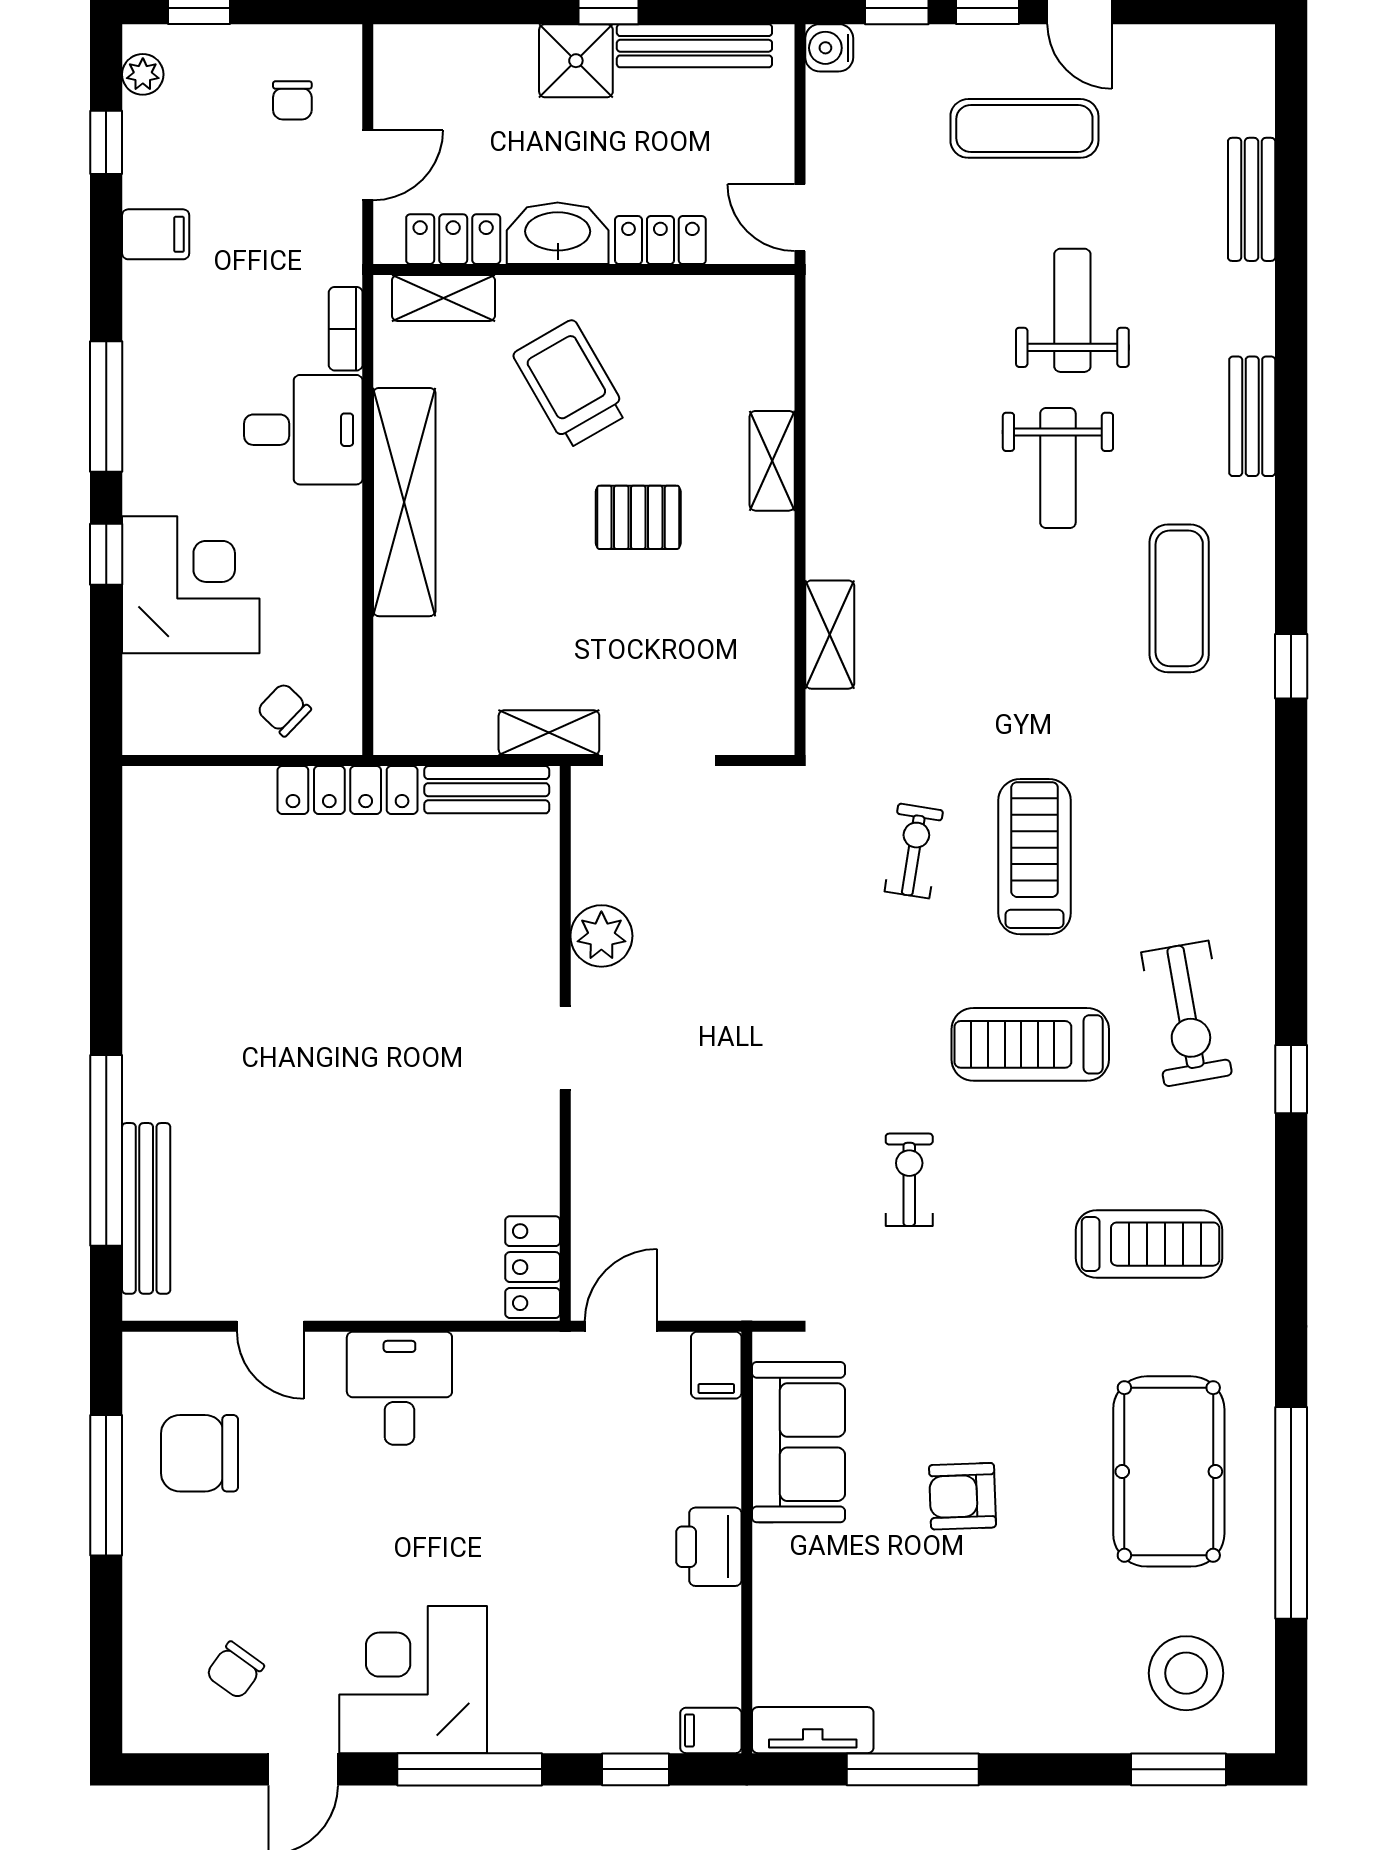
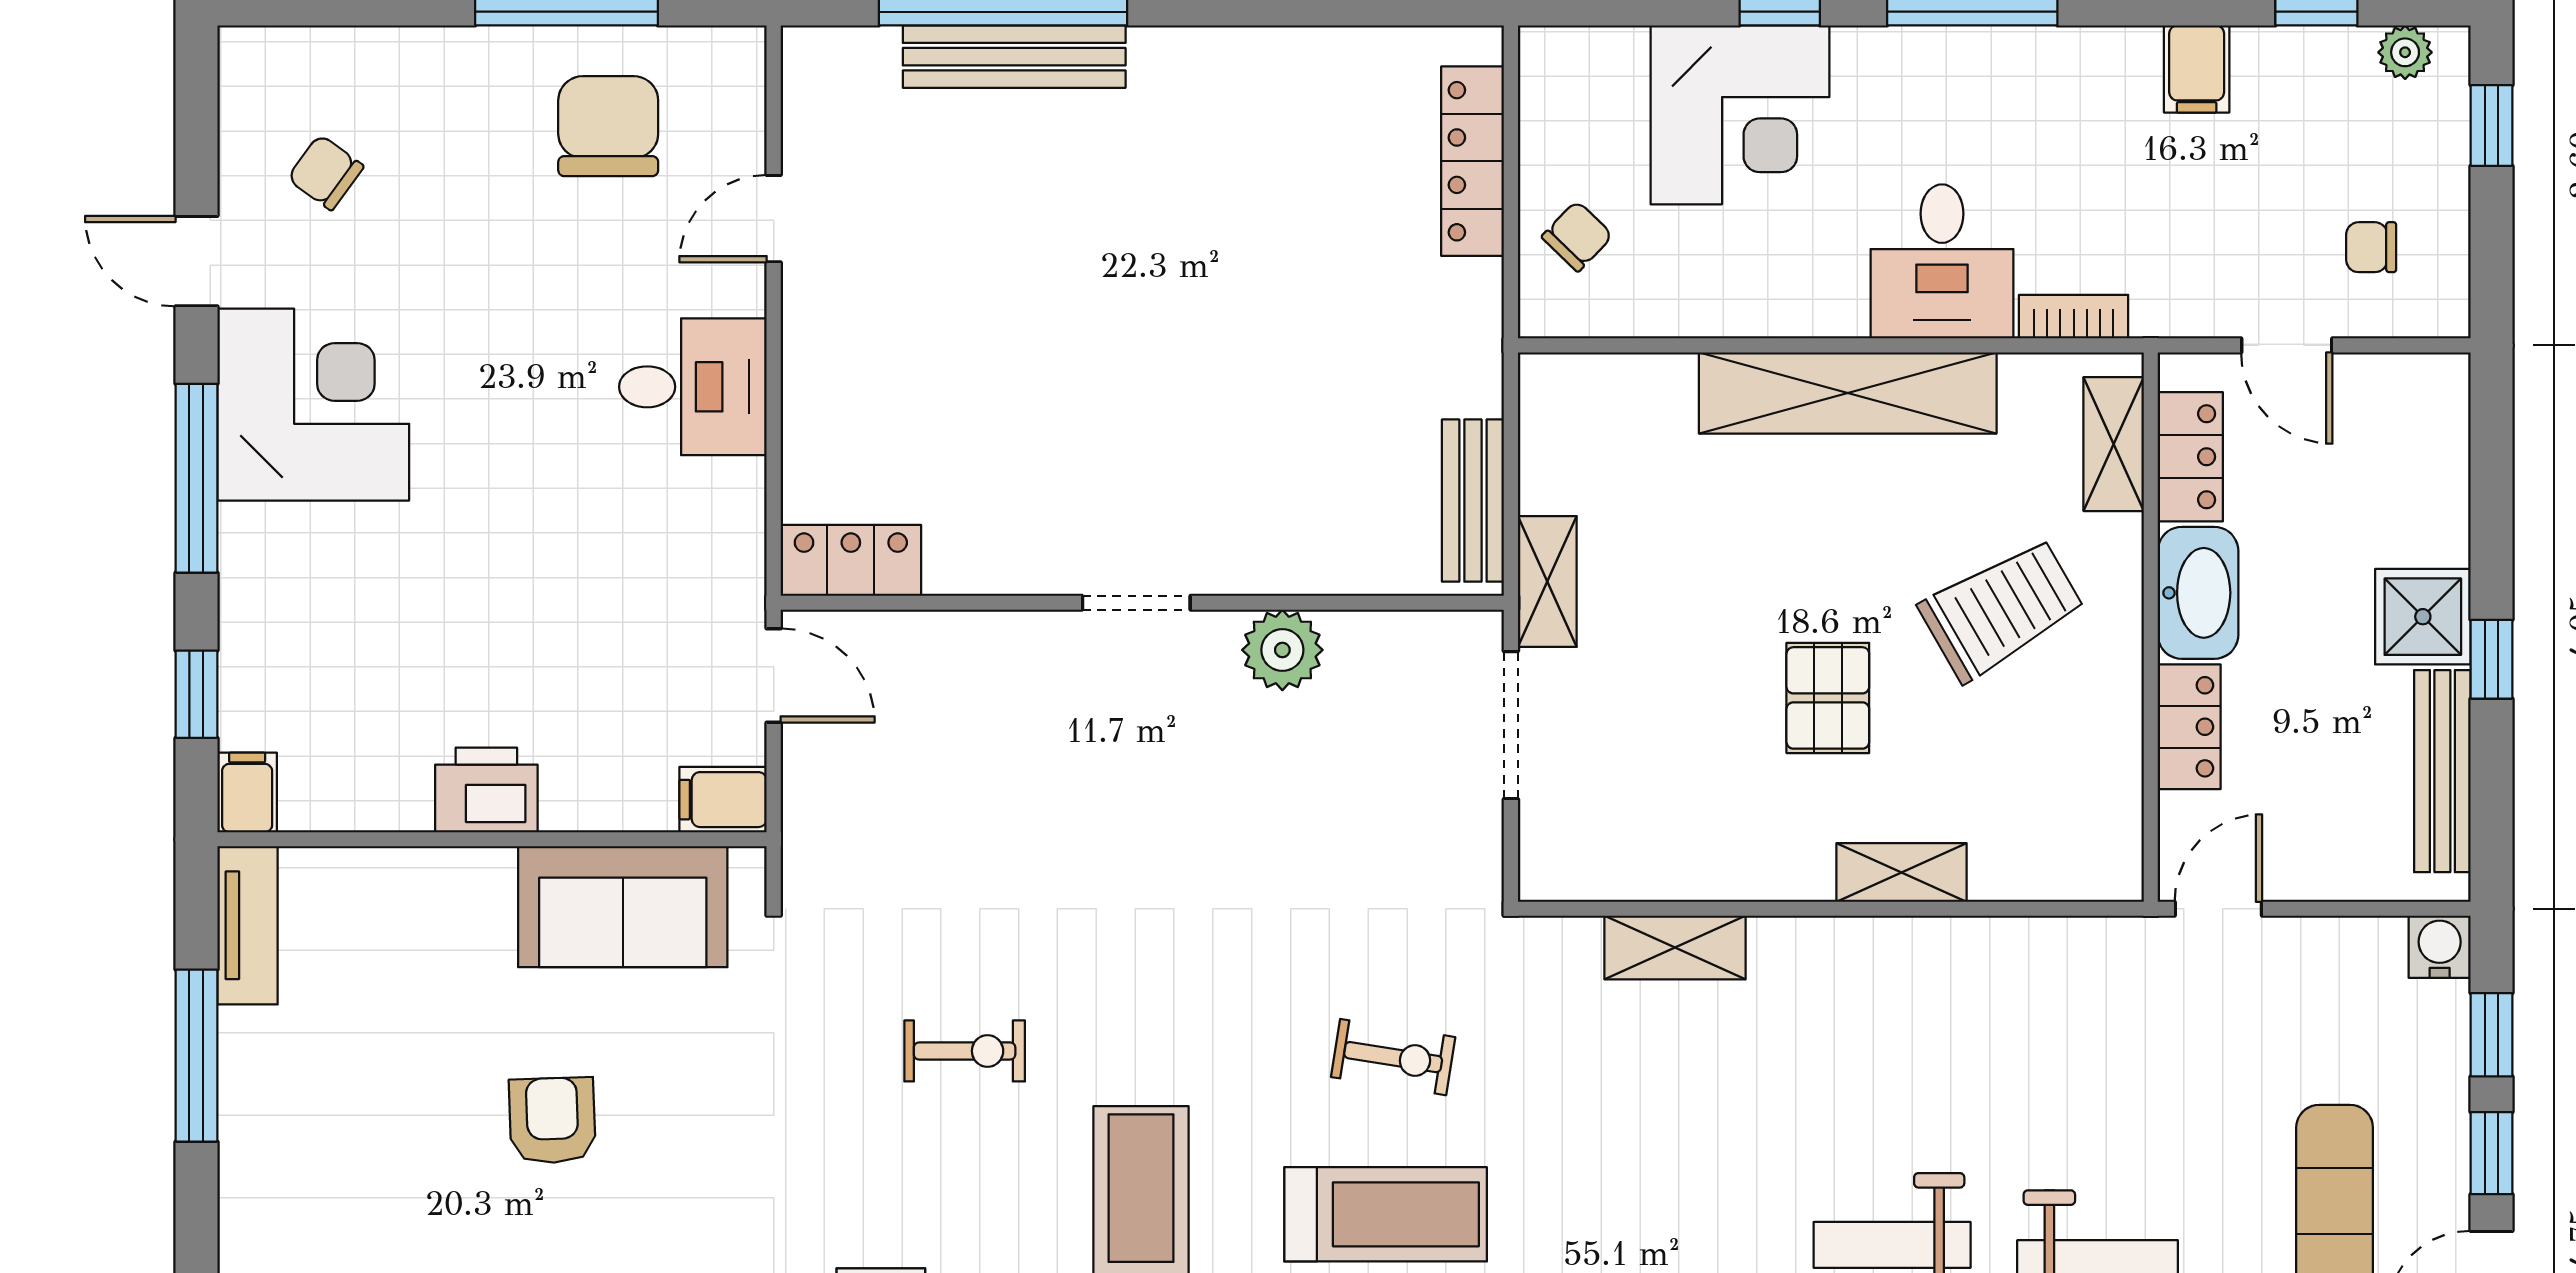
locker: (347, 790) -> (1473, 161), moved
bench: (146, 1208) -> (1014, 57), moved

